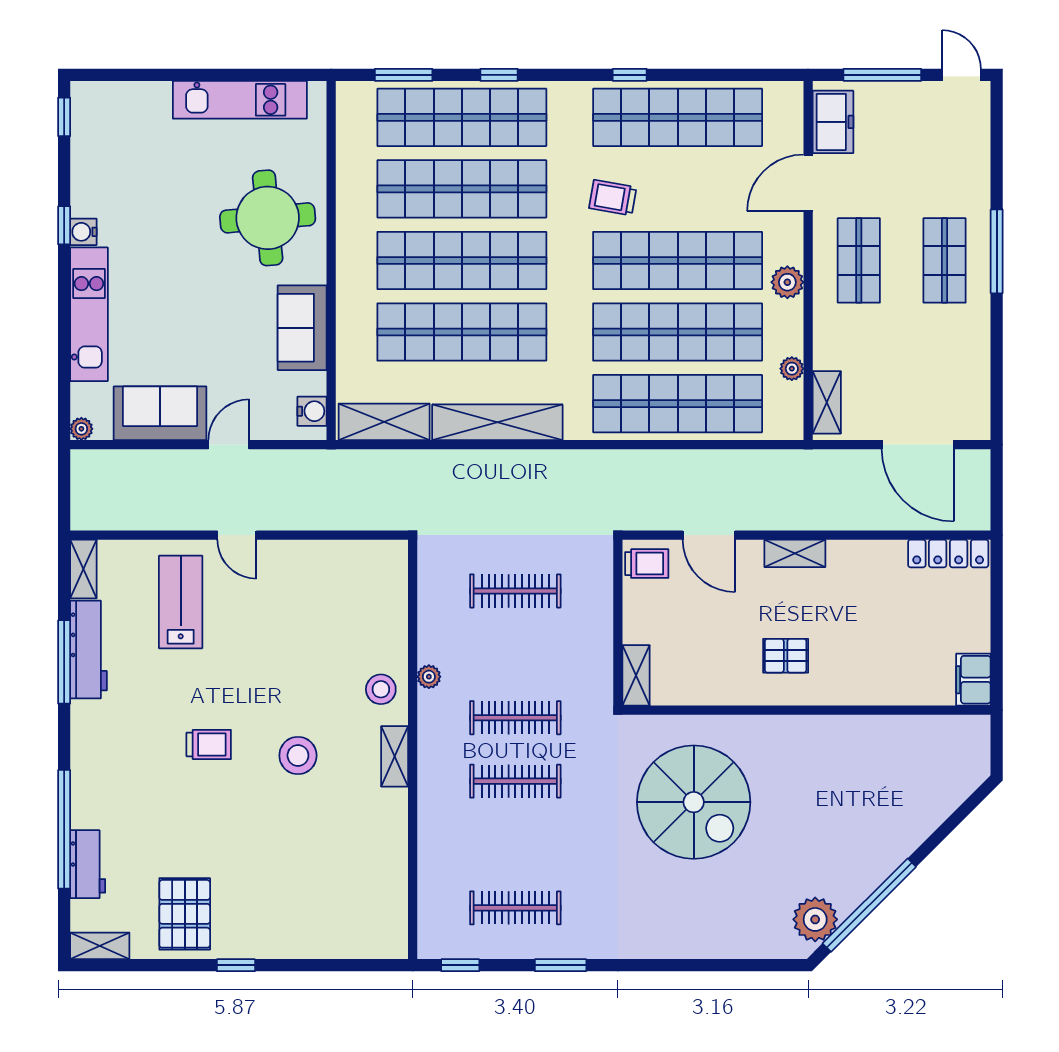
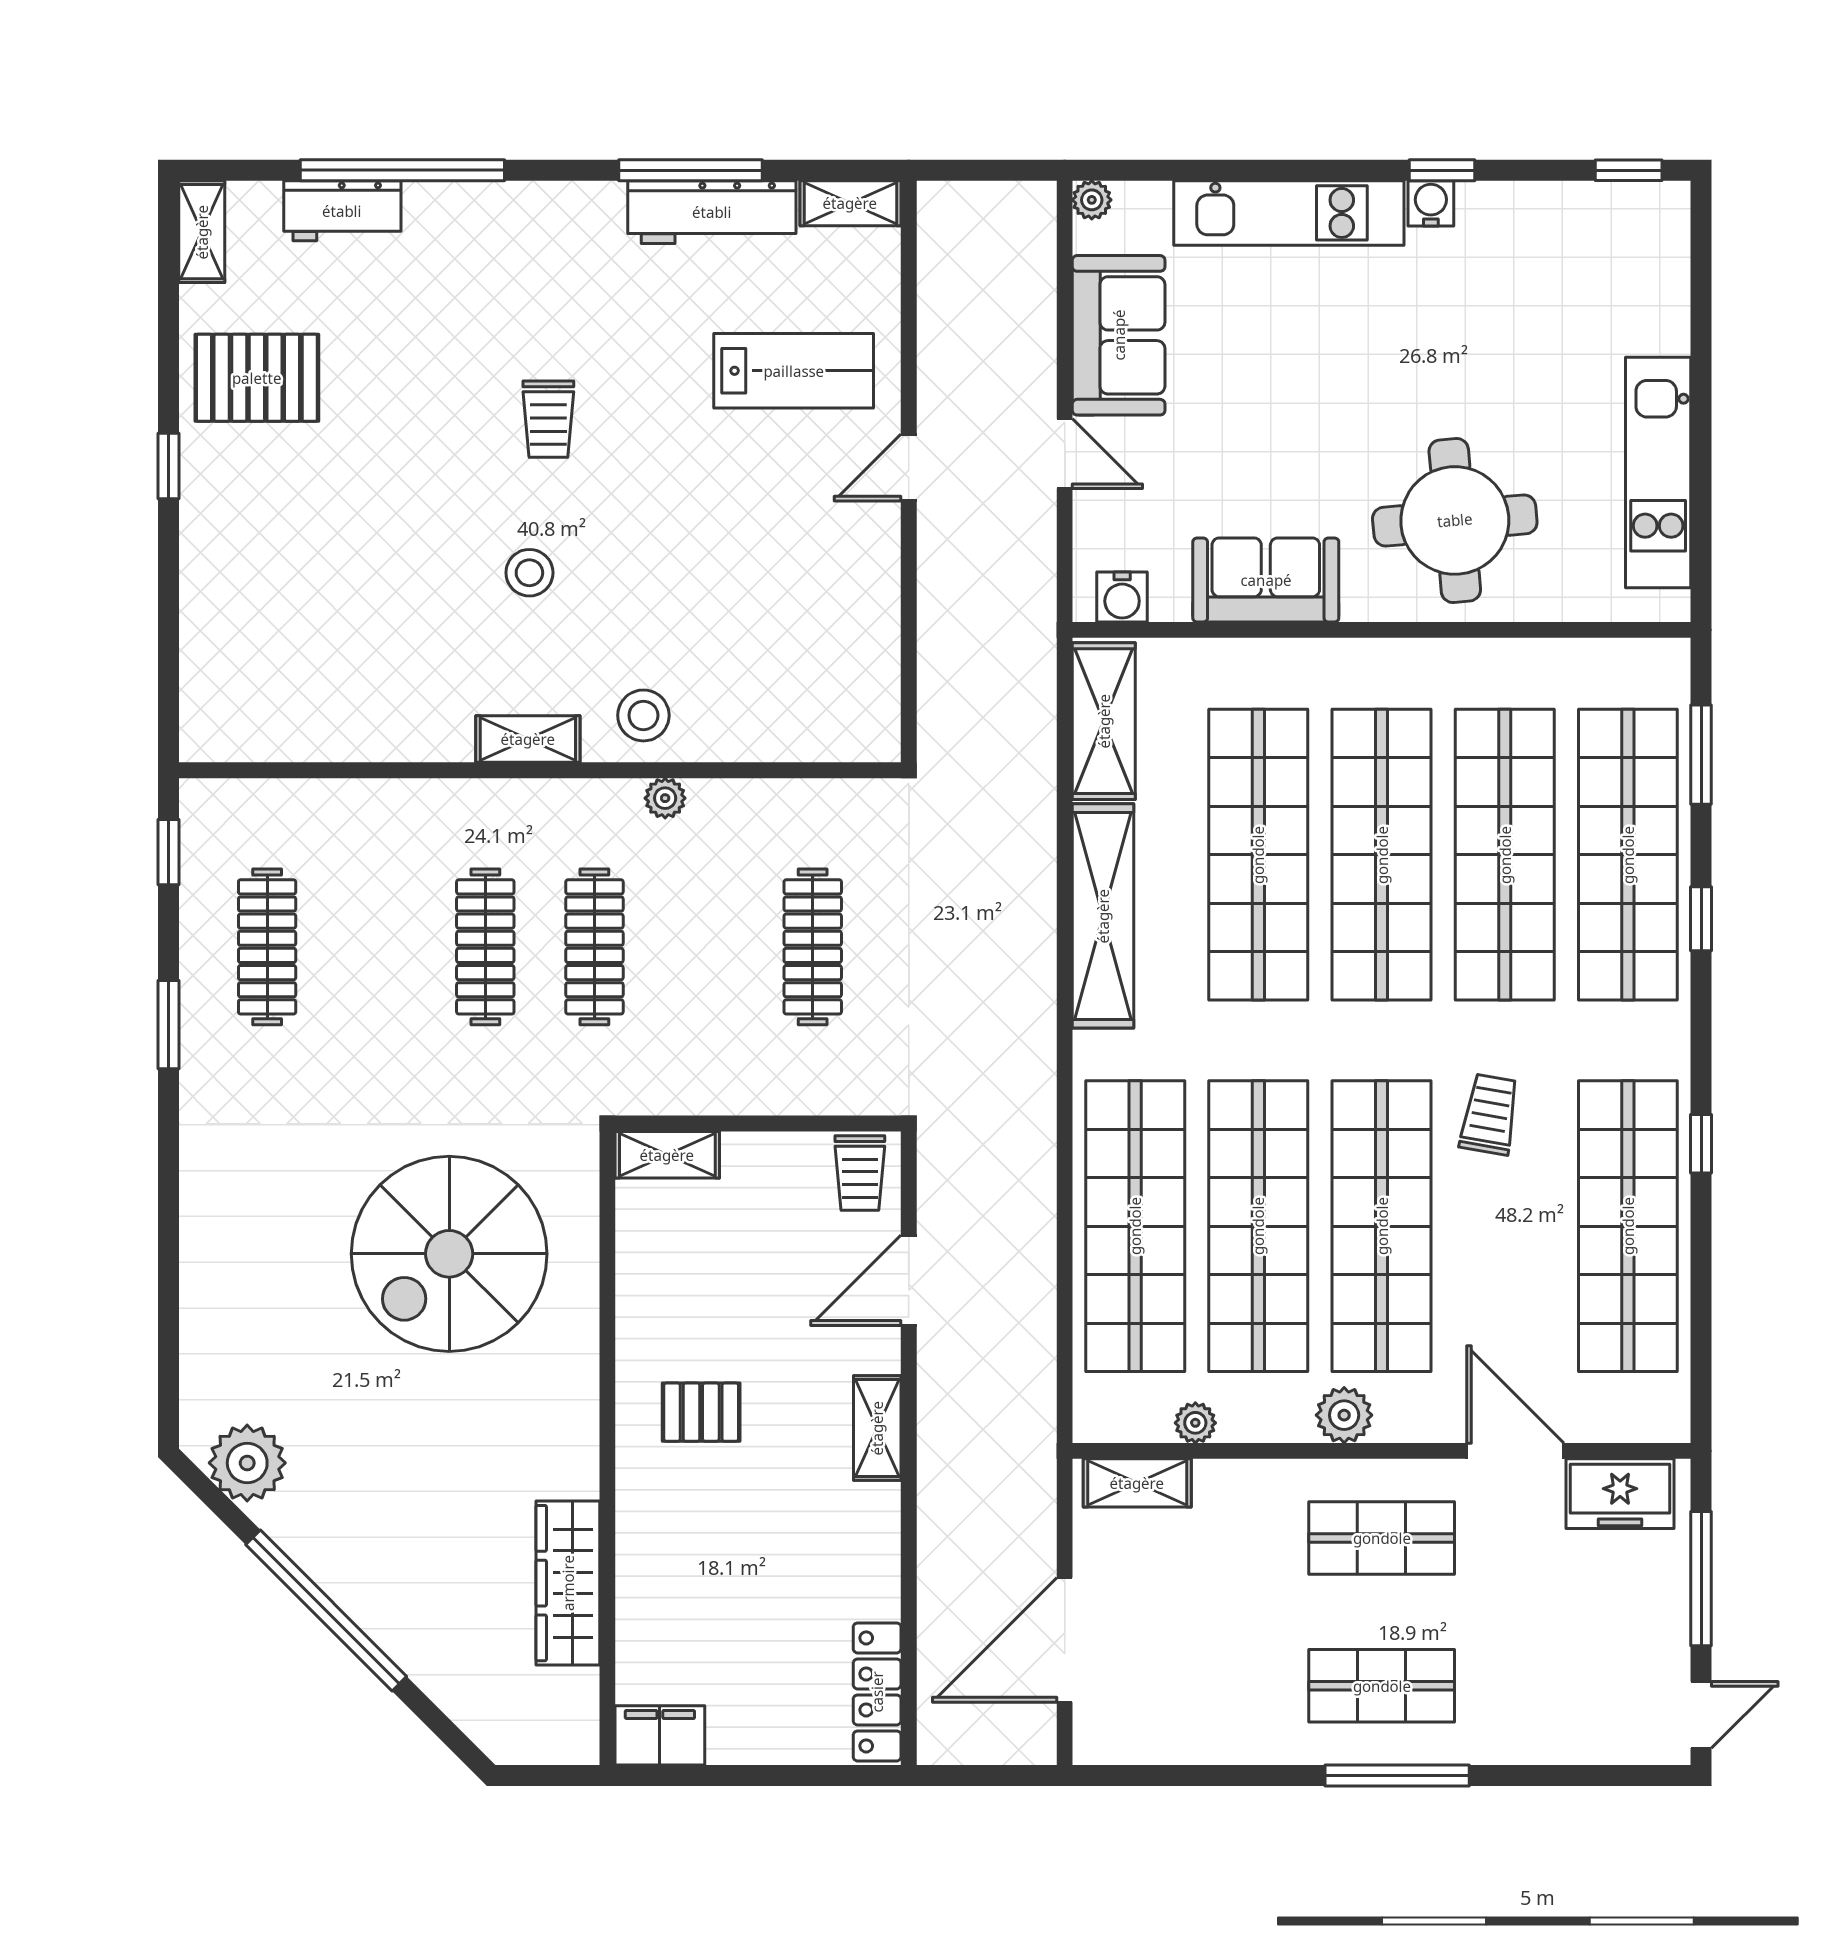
pallet: (786, 656) -> (701, 1412), turned 90
wardrobe: (885, 733) -> (568, 1583), added
stool: (298, 755) -> (529, 573), width x0.73, depth x0.73
window: (869, 905) -> (326, 1611), moved

